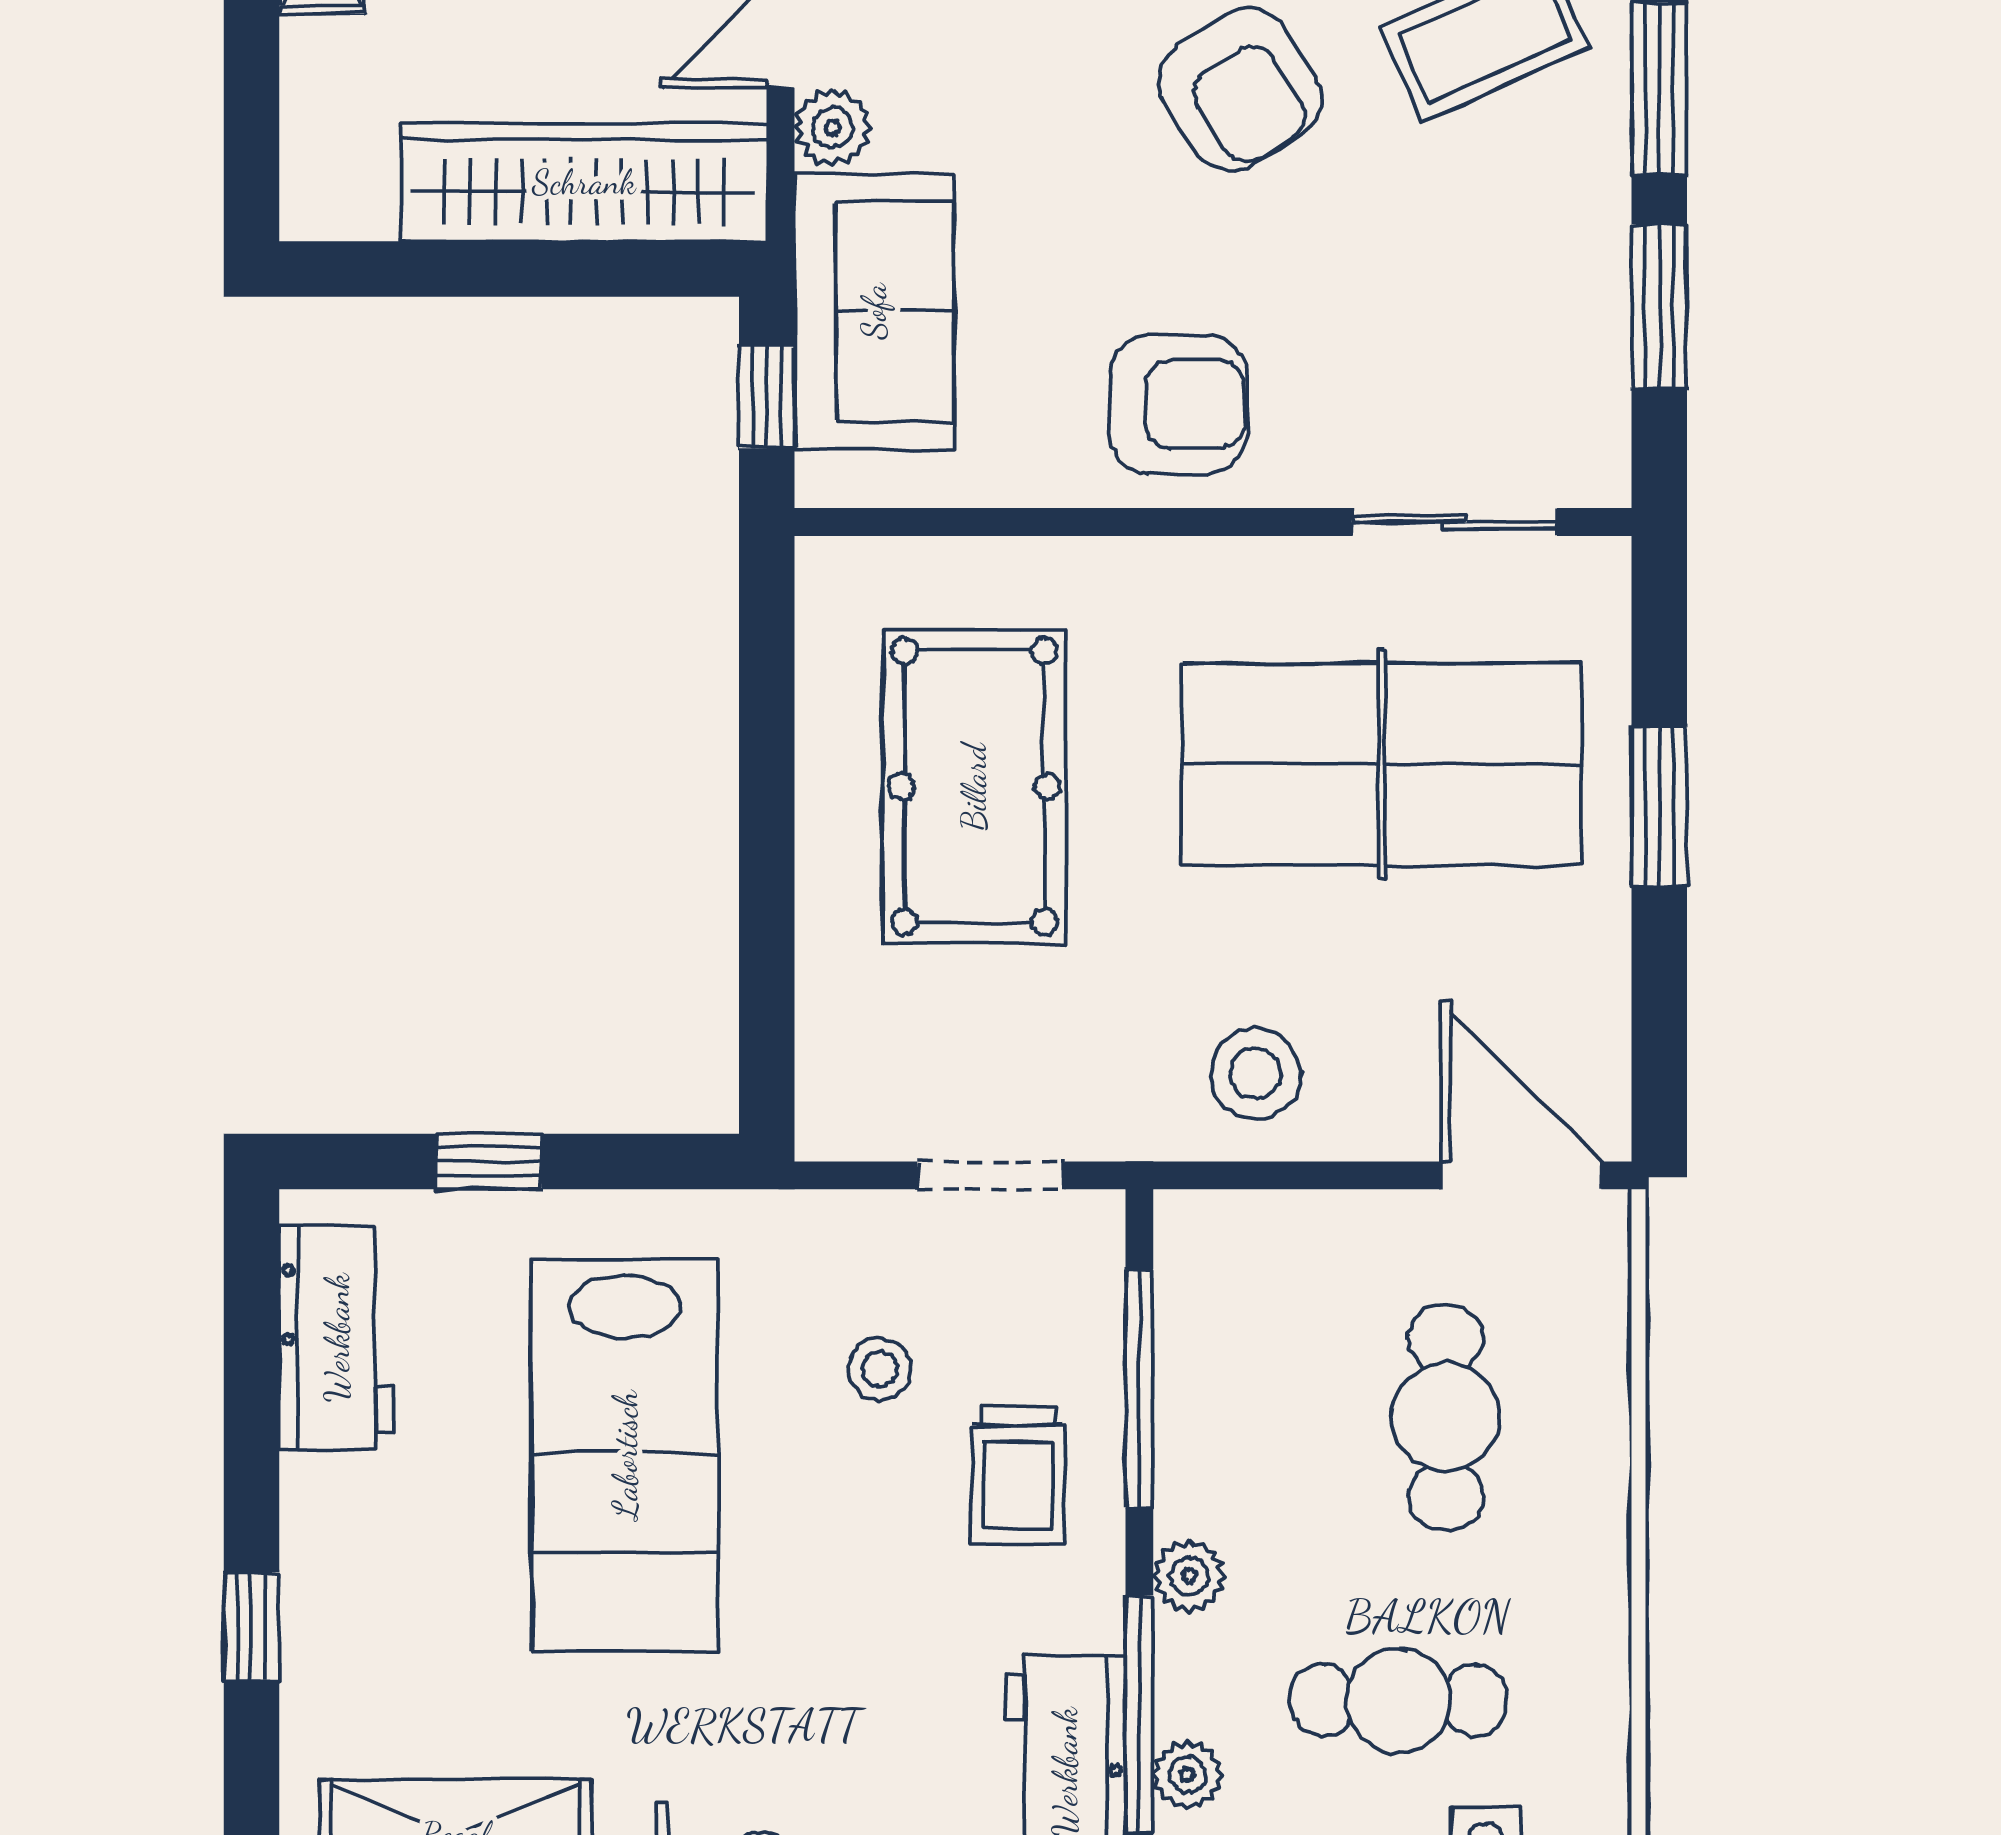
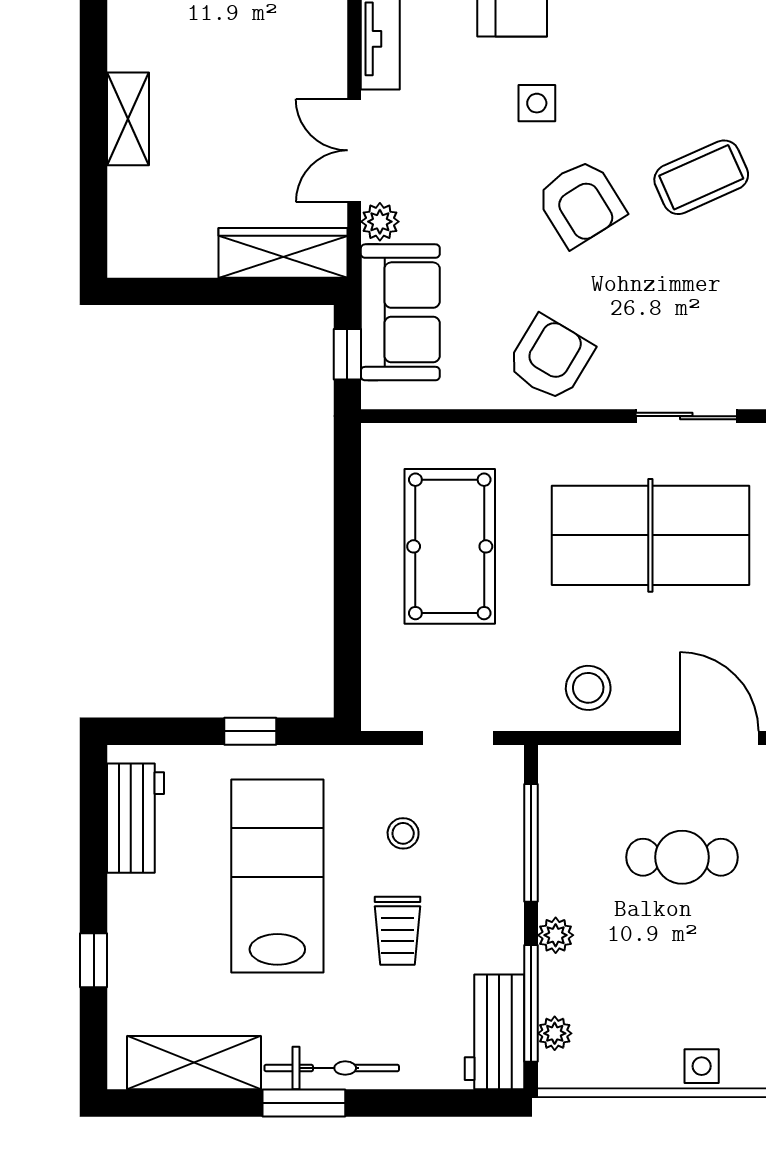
wardrobe: (584, 182) -> (283, 253), width x0.71, depth x0.85
armchair: (1178, 405) -> (550, 358), turned -59
window: (489, 1162) -> (250, 731), moved
cafe table: (1446, 1417) -> (682, 857), turned 90
lab bench: (625, 1455) -> (277, 876), turned 180
trolley: (1018, 1475) -> (398, 931), moved
cafe table: (1398, 1701) -> (659, 997), removed

